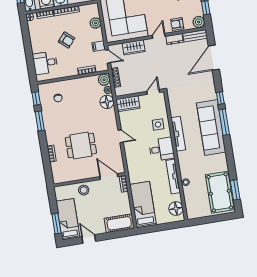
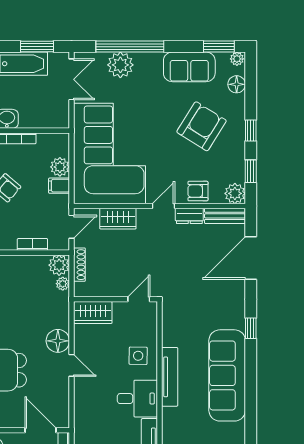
filing cabinet: (99, 46) -> (59, 186), moved
door: (108, 56) -> (72, 227), hinge flipped
floor lamp: (107, 102) -> (58, 341), moved
window: (224, 122) -> (251, 370), removed

